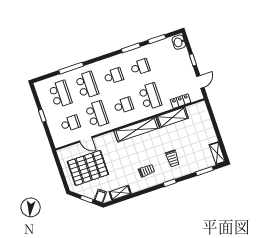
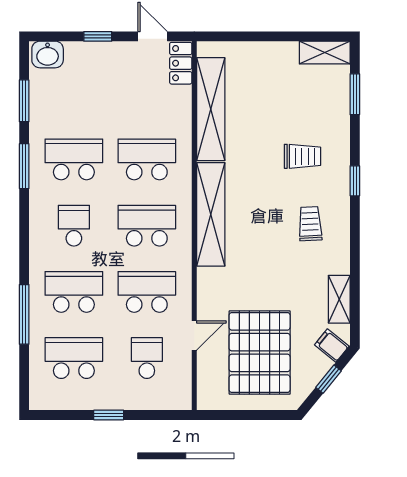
school desk: (140, 67) -> (74, 159), width x1.85
locker: (181, 101) -> (181, 63), moved
school desk: (123, 105) -> (147, 226), width x1.85
shelving: (172, 117) -> (211, 109), width x1.47

